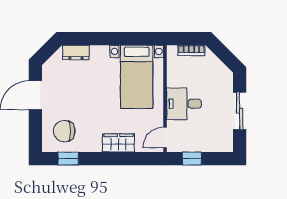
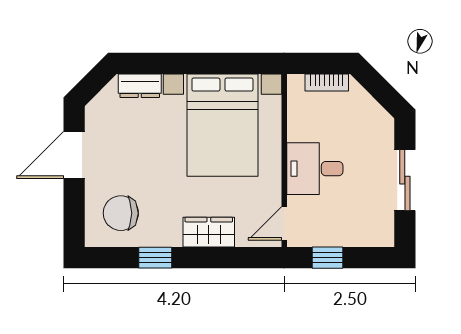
bed with nightstands: (137, 77) -> (222, 125), width x1.36
window: (68, 159) -> (155, 258), moved

